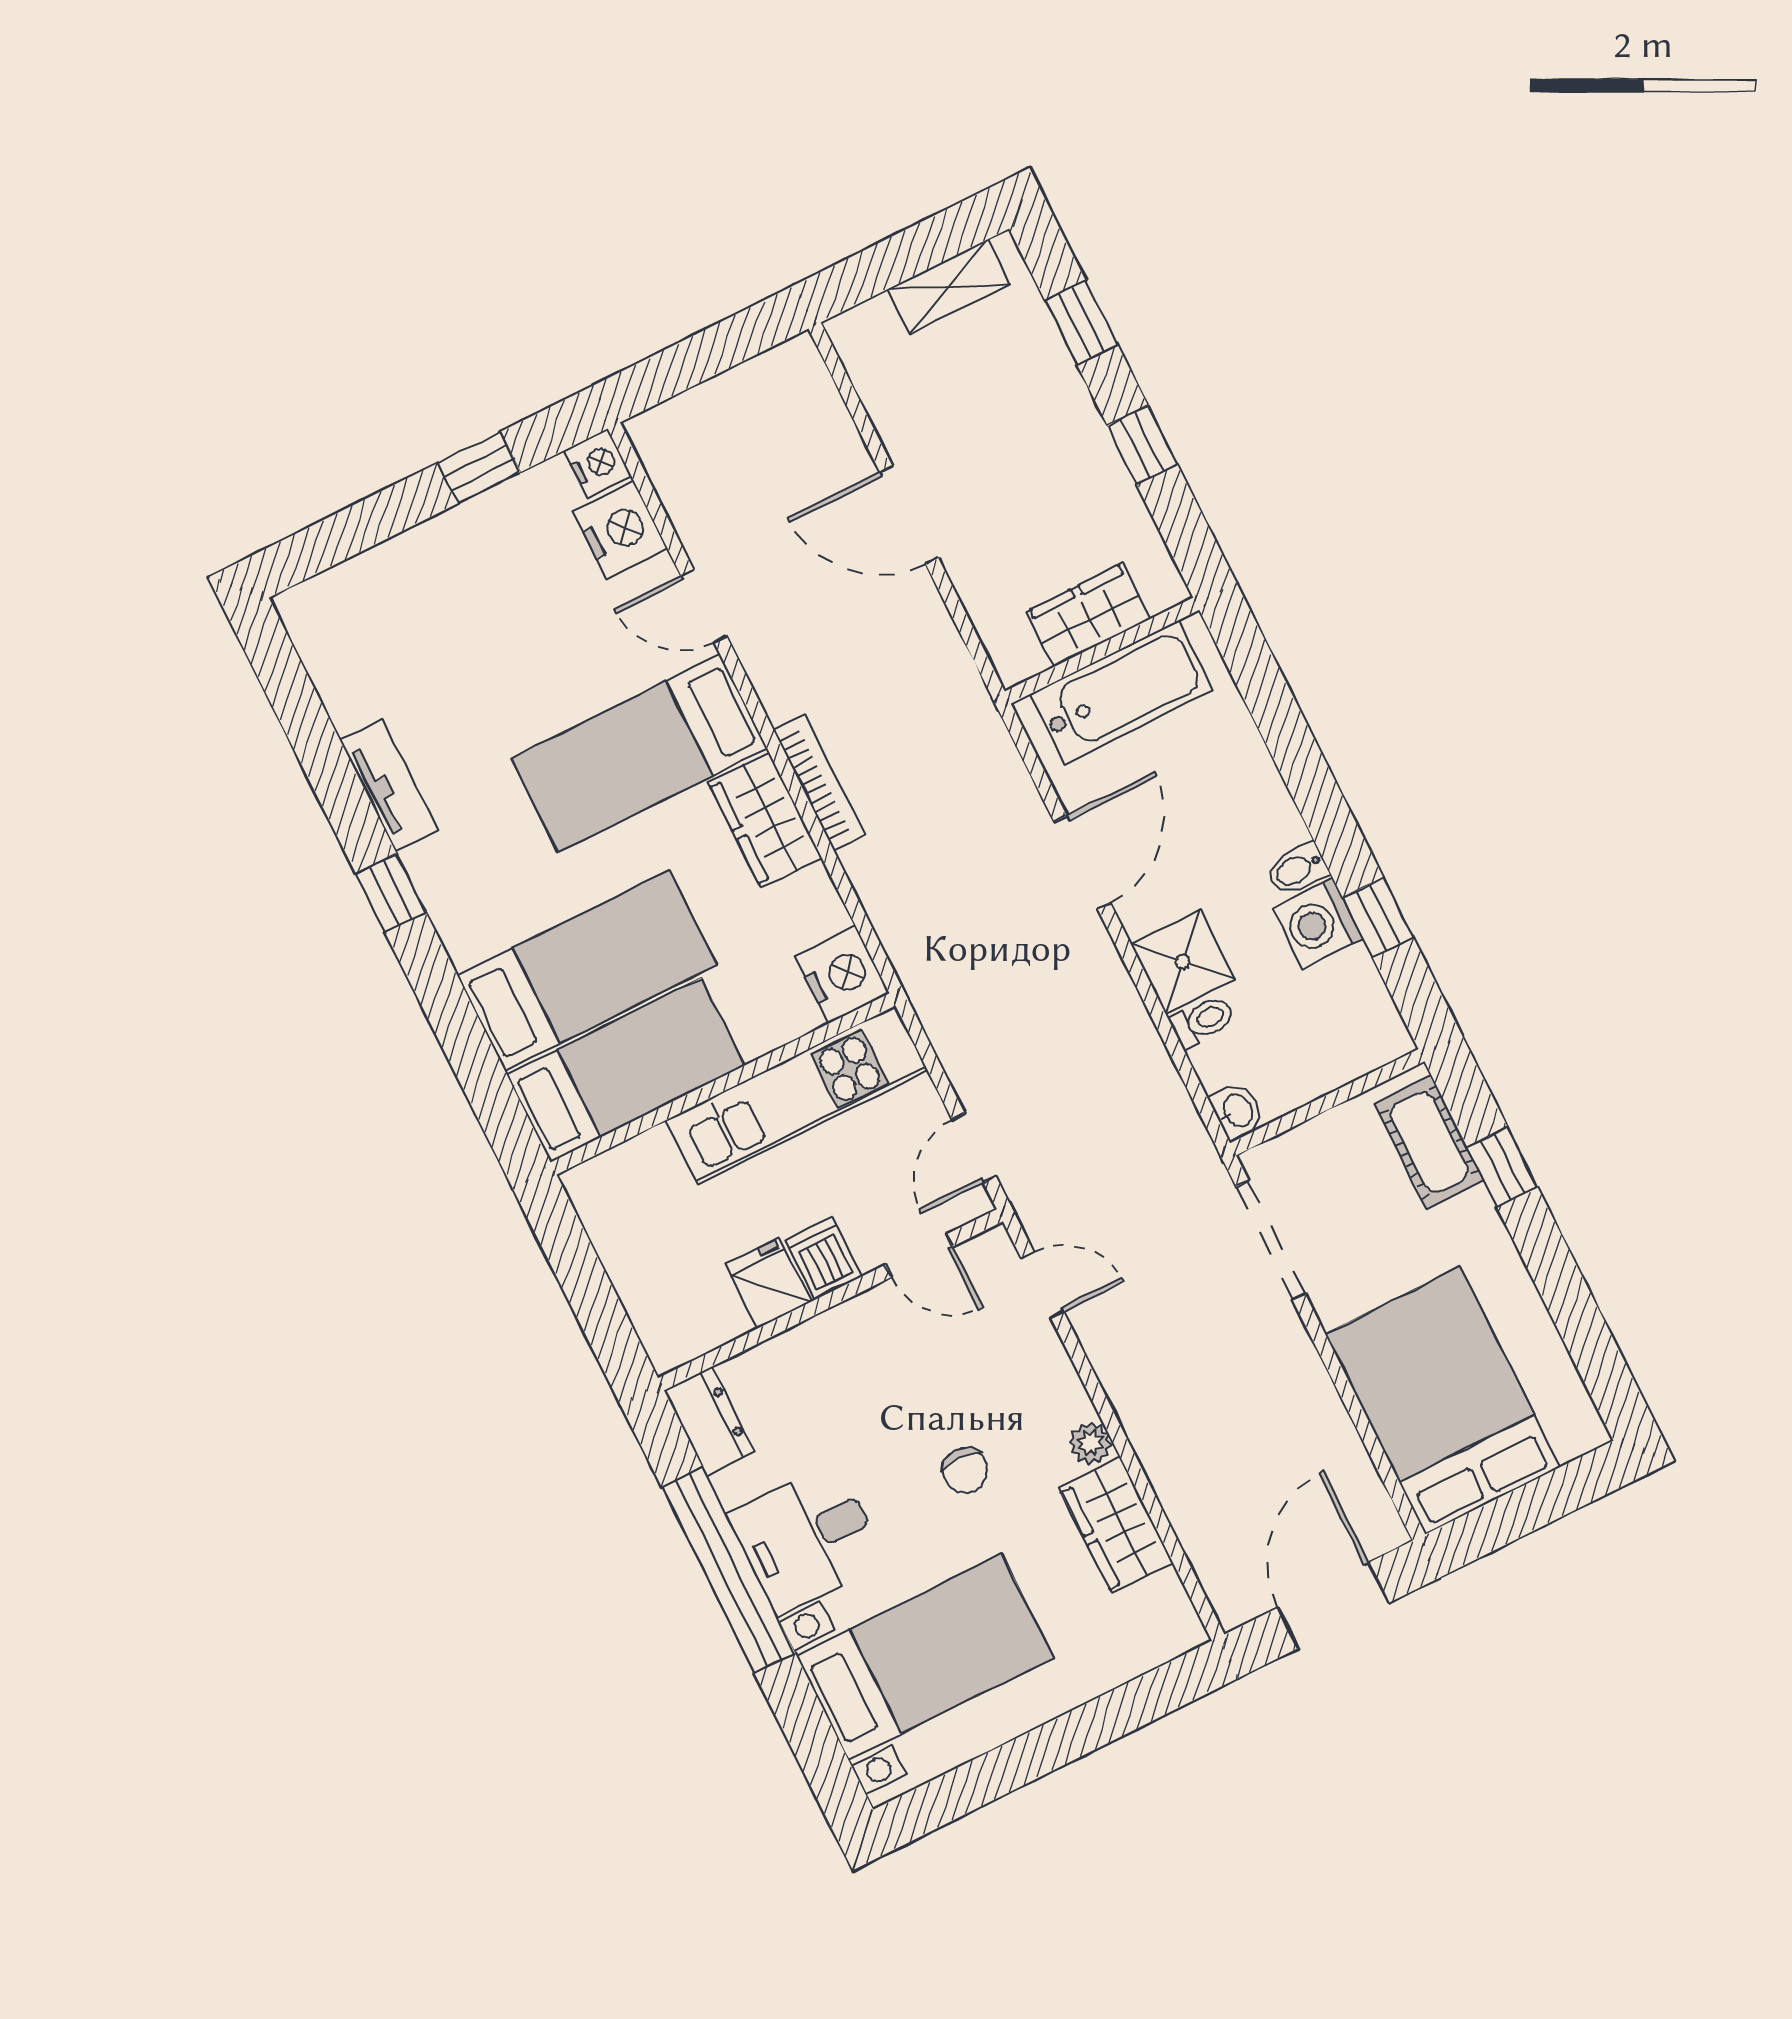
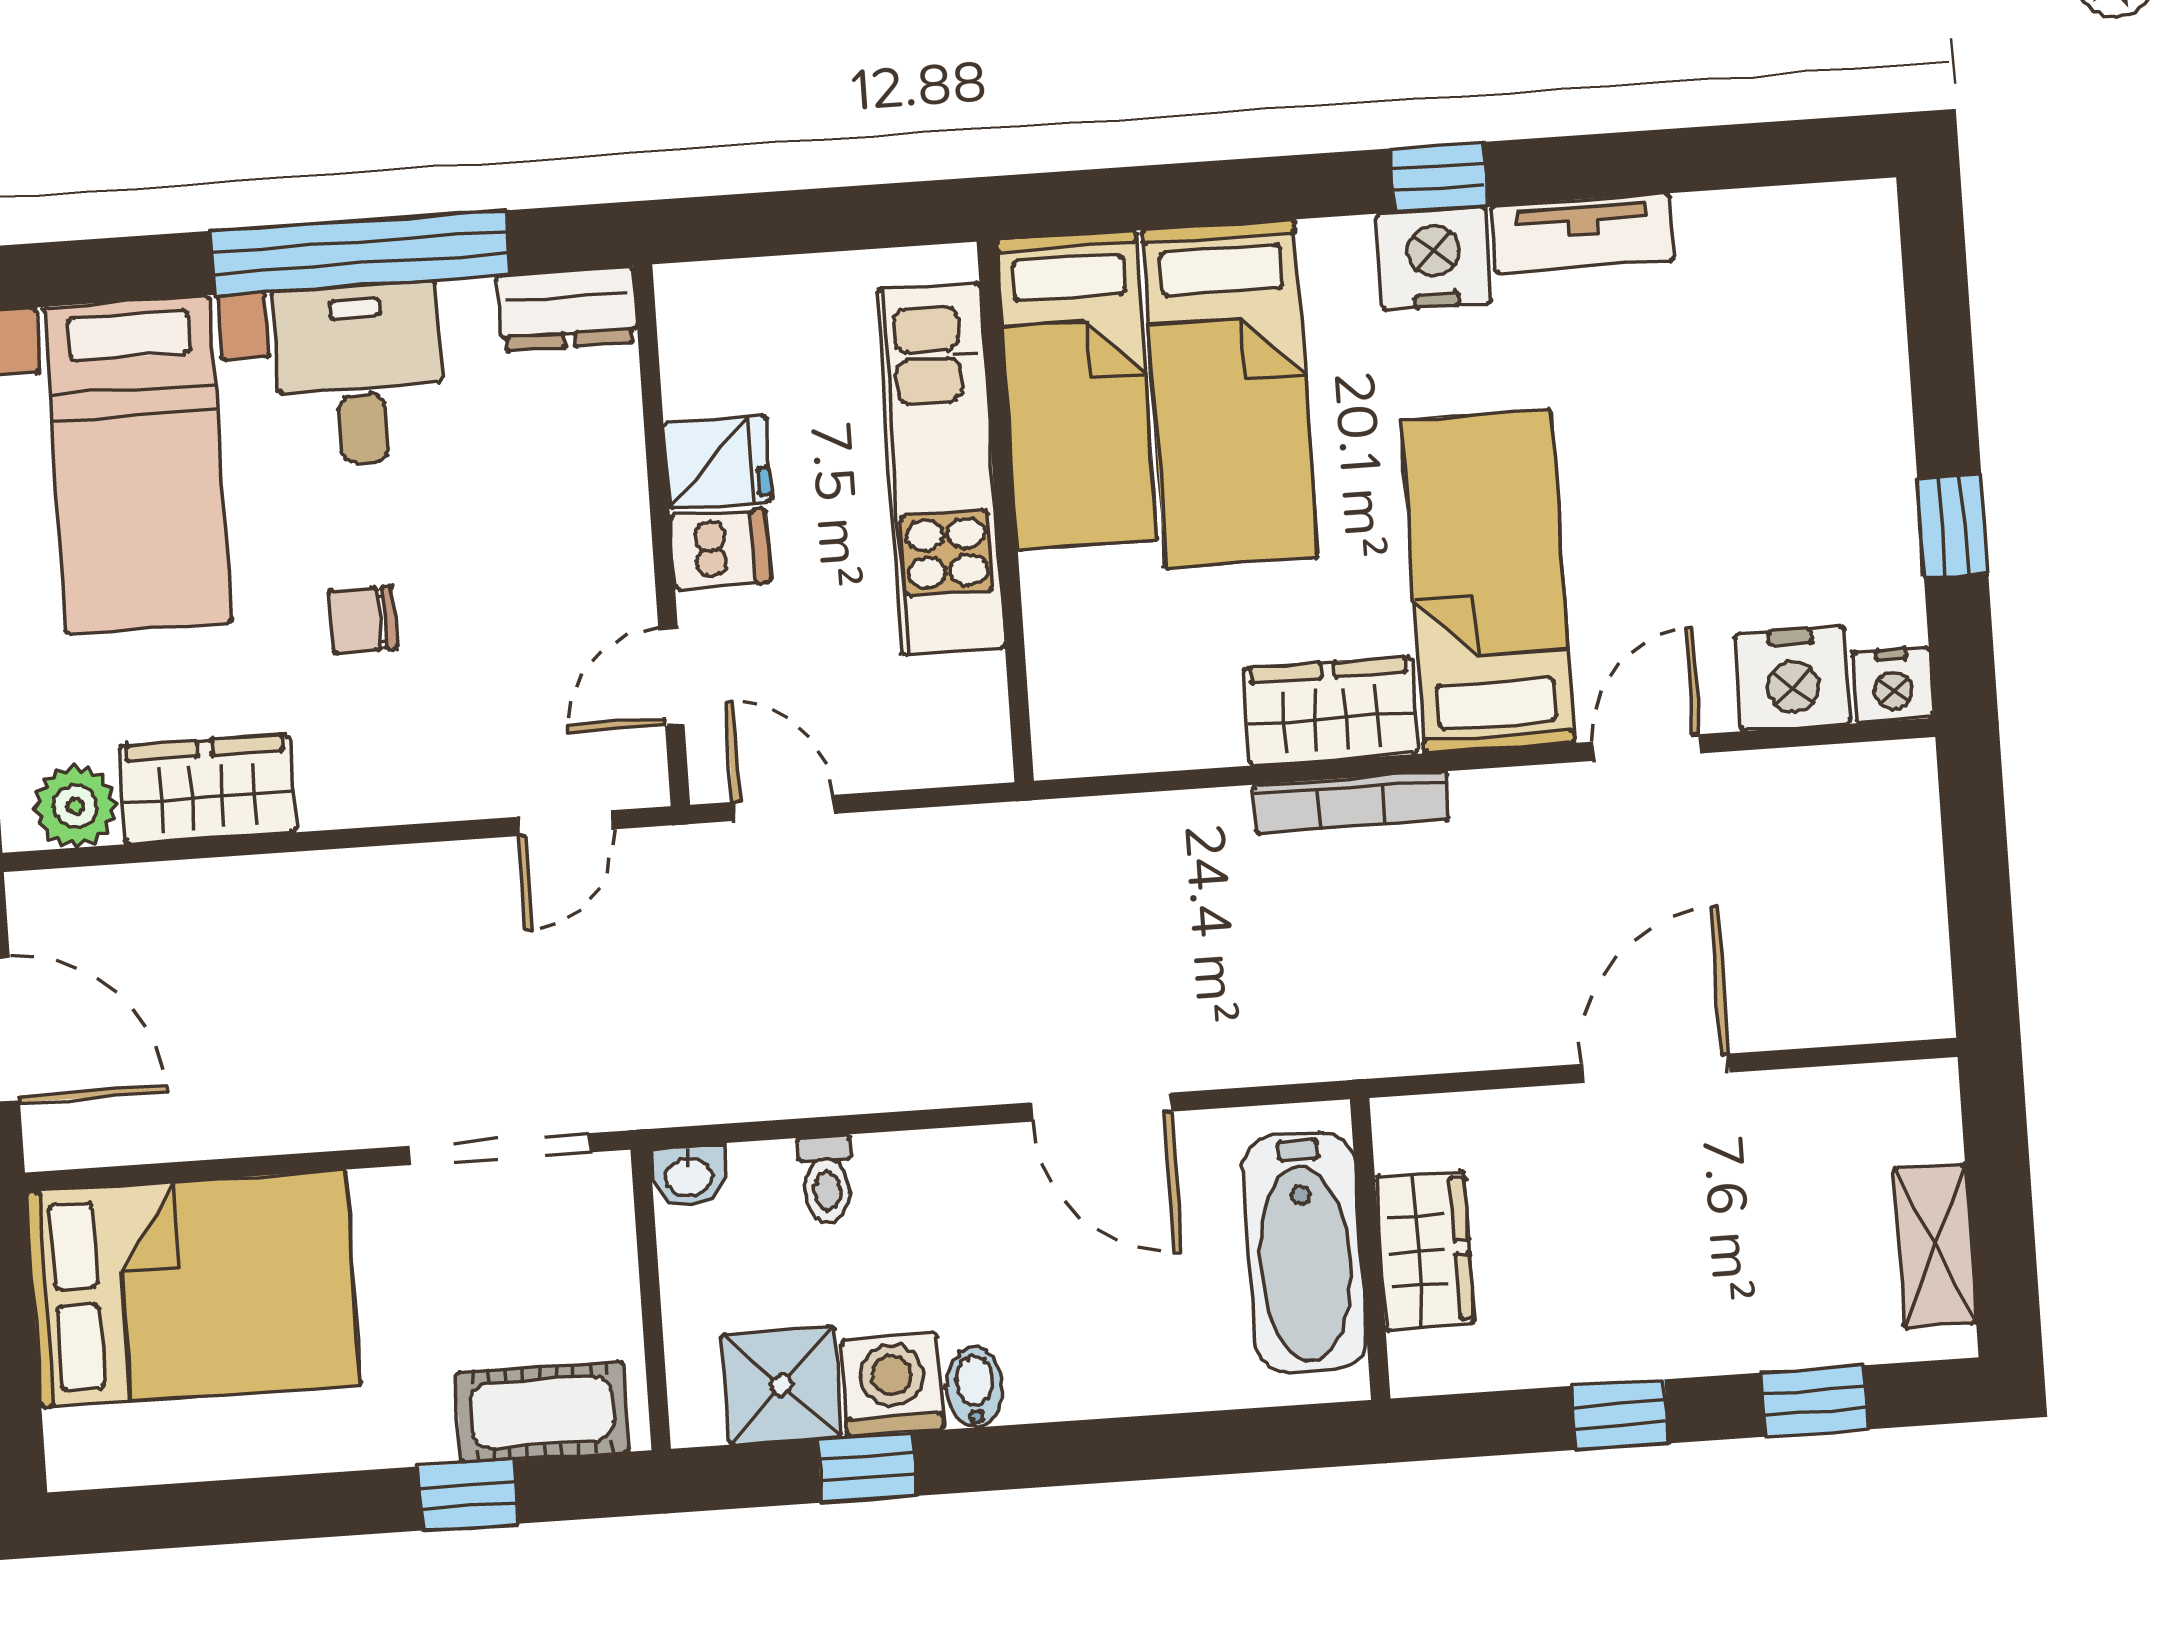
shower: (1183, 962) -> (781, 1385), moved
nightstand: (842, 975) -> (1434, 258), moved, turned 180
kitchen unit: (797, 1095) -> (941, 469), moved
plant: (1090, 1443) -> (75, 806), moved, width x1.38, depth x1.38

